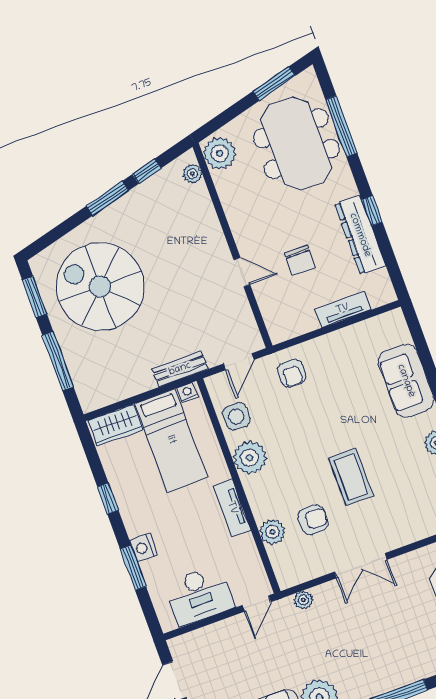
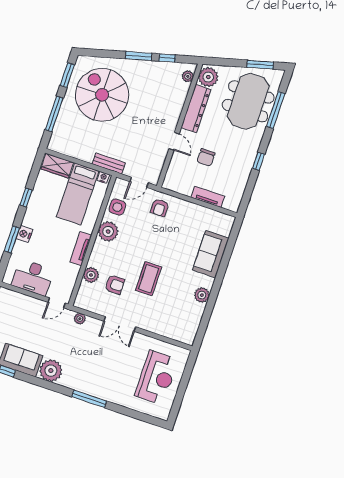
dresser: (360, 235) -> (196, 109), moved, turned 180

